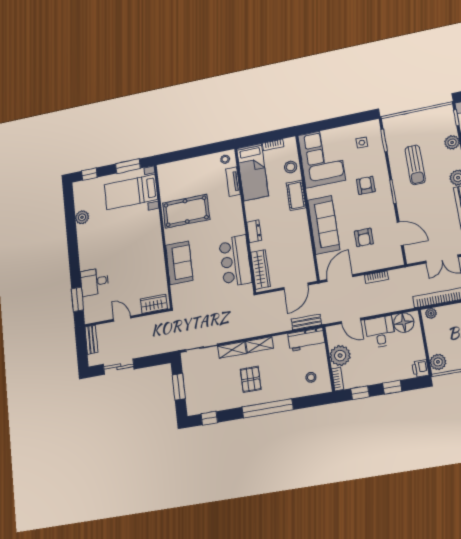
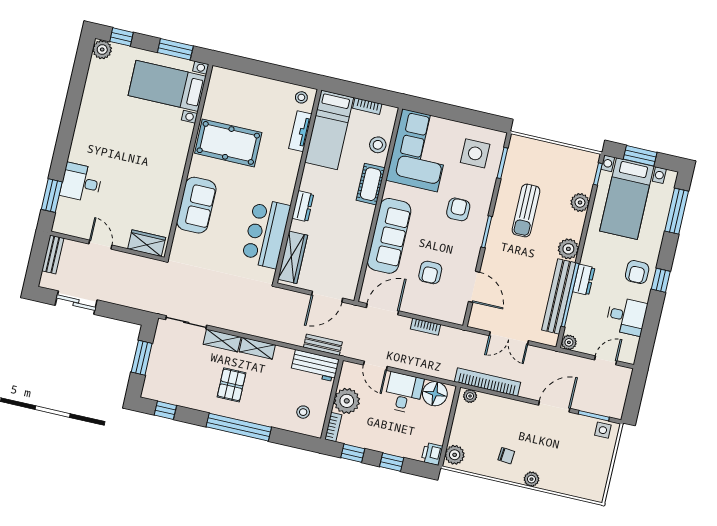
side table: (362, 143) -> (475, 153), width x1.87, depth x1.87
plant: (82, 217) -> (102, 50), moved

